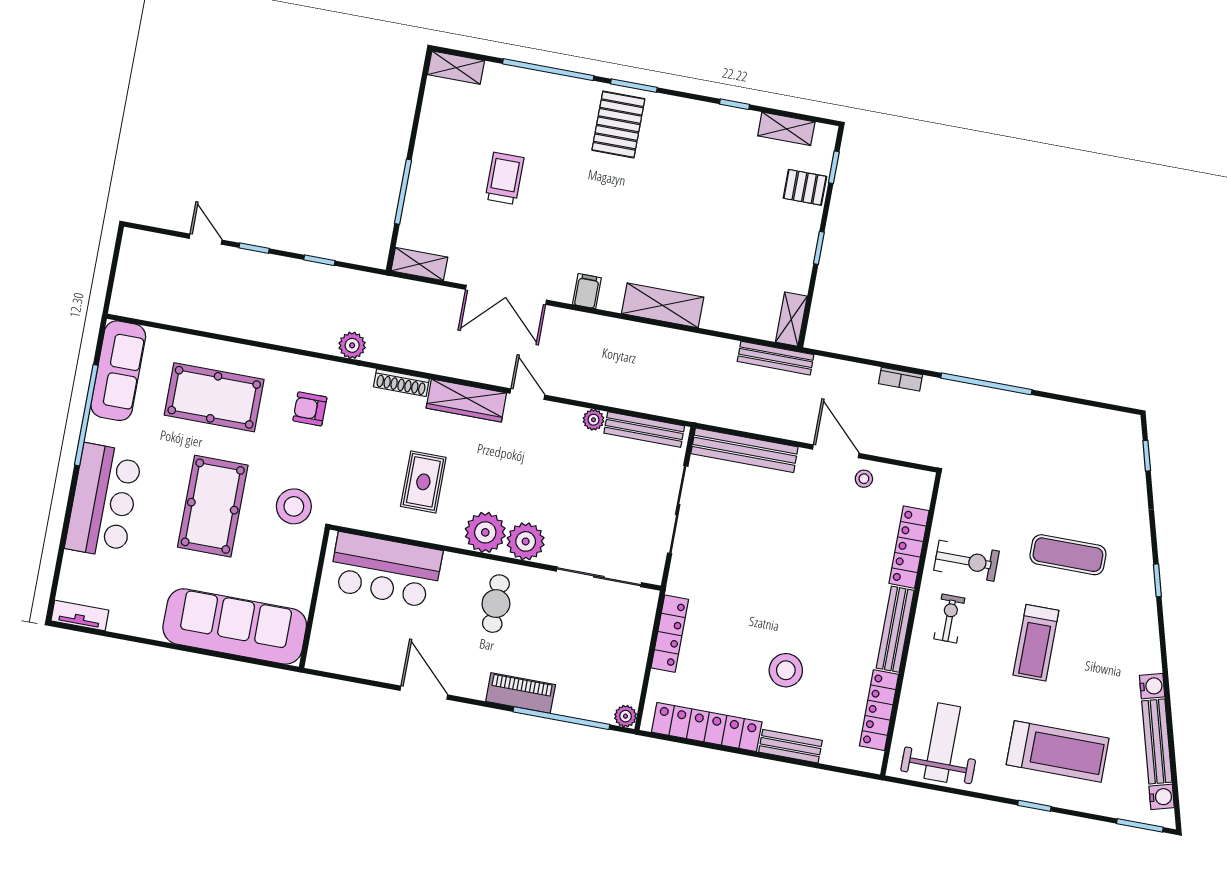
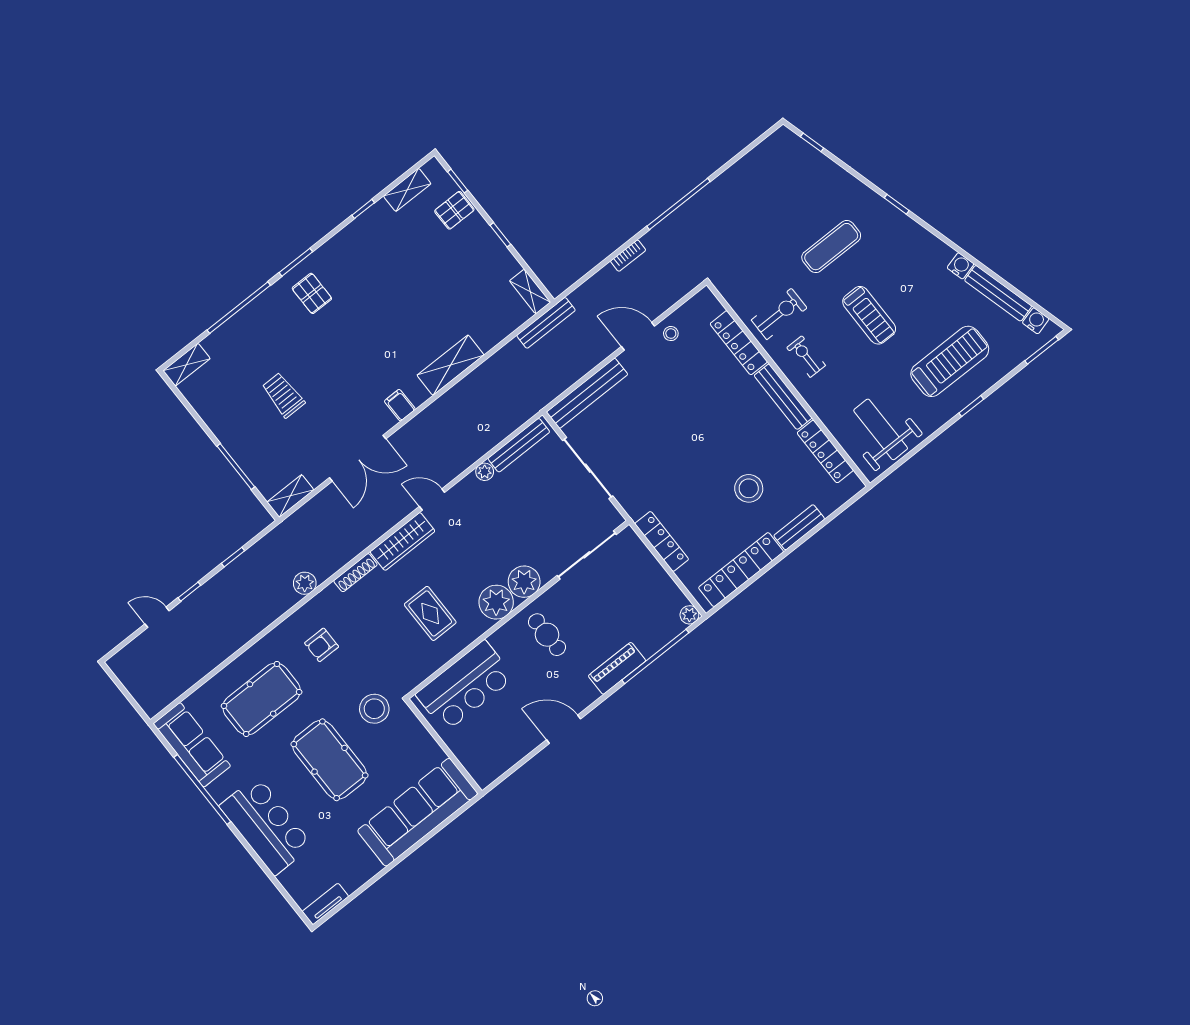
pallet: (618, 124) -> (312, 293), width x0.67, depth x0.71

